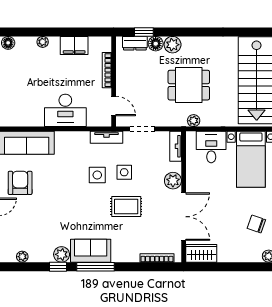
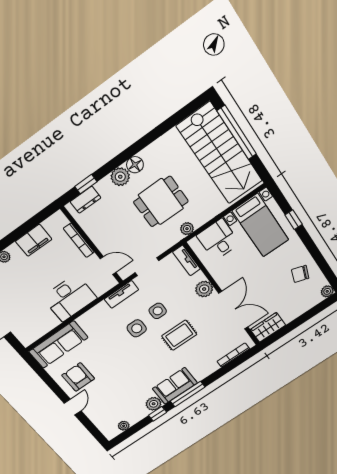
floor lamp: (156, 44) -> (135, 165), moved

